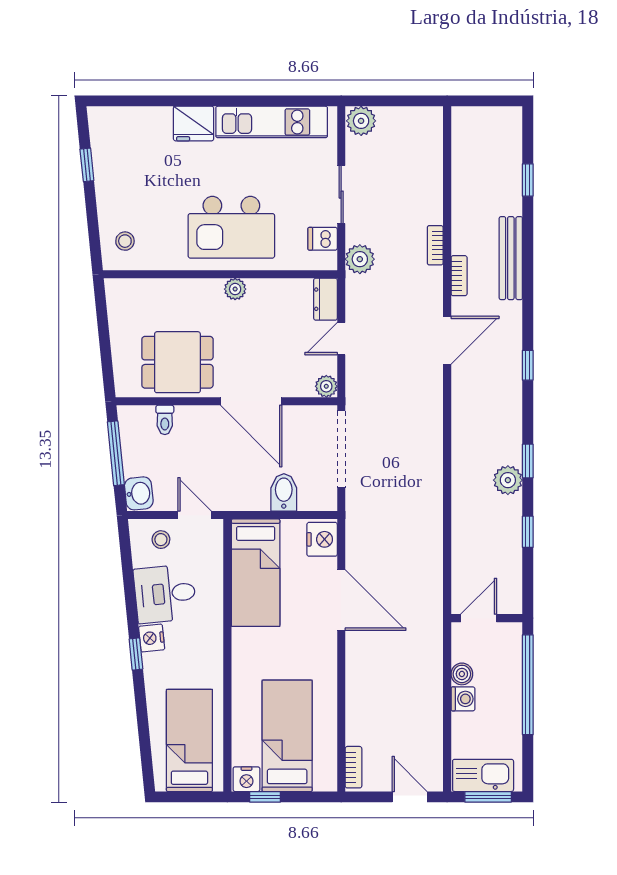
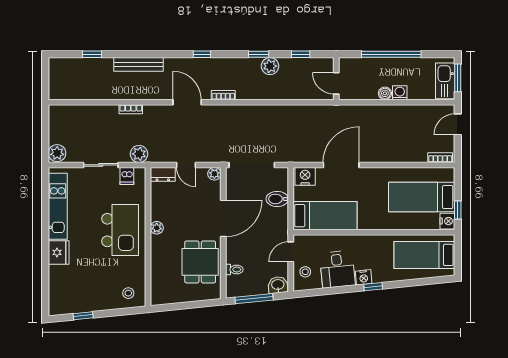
bookcase: (459, 276) -> (223, 95), moved
door: (479, 618) -> (336, 83), moved
wall: (487, 618) -> (336, 79), moved

